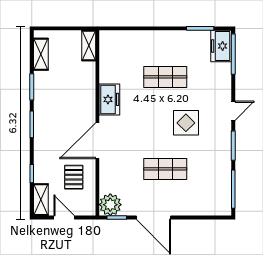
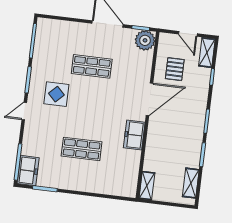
display table: (186, 123) -> (56, 94), moved

